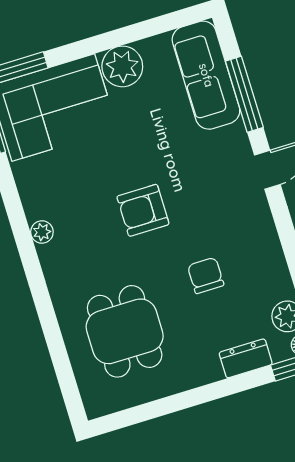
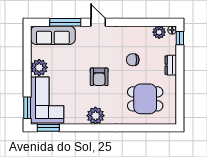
plant: (42, 232) -> (95, 116), width x1.88, depth x1.88
dresser: (246, 358) -> (171, 65), moved

